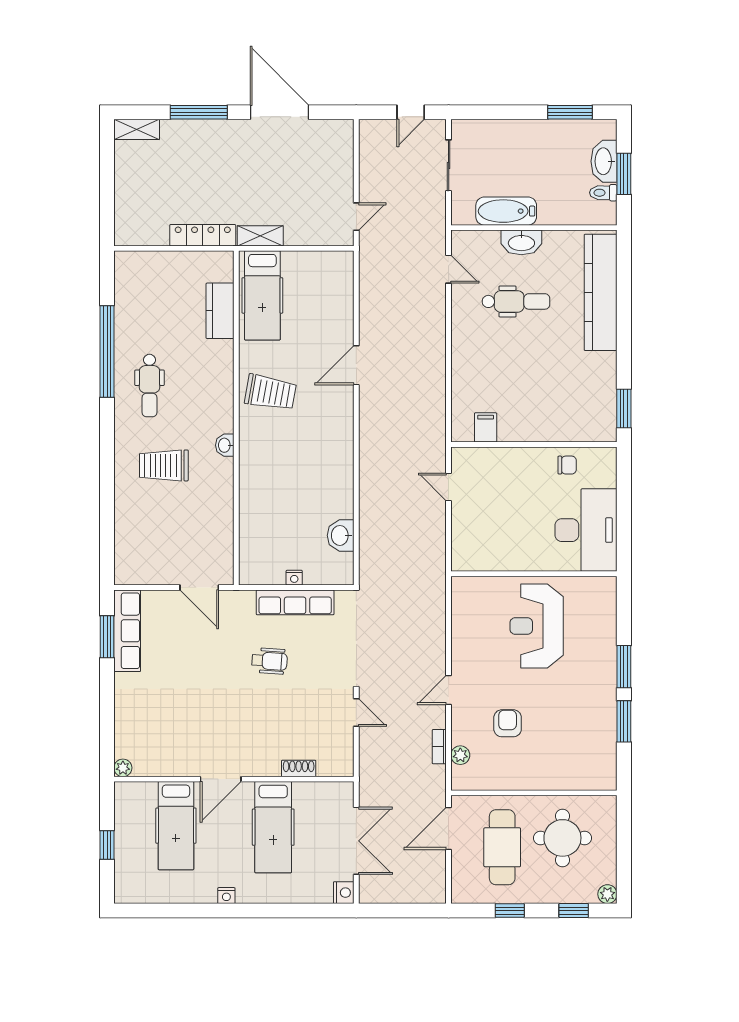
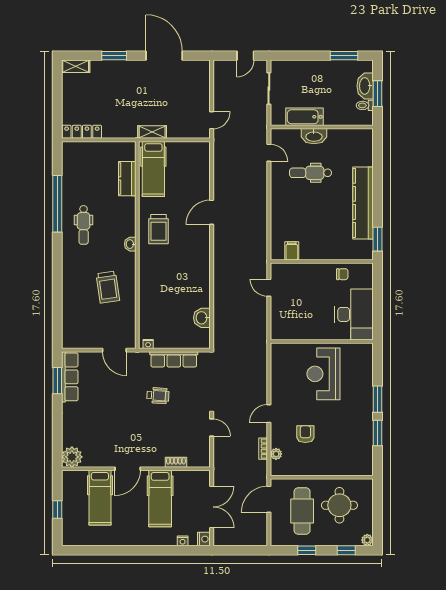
window: (199, 112) -> (114, 56), width x0.69
locker: (203, 235) -> (82, 132), moved
kitchen counter: (601, 292) -> (363, 203), moved
dental chair: (516, 301) -> (311, 173), turned 180
trolley: (270, 392) -> (158, 229), turned 80
washbasin: (225, 445) -> (130, 244), moved
trolley: (164, 465) -> (108, 287), moved, turned -98
nightstand: (294, 578) -> (148, 344), moved
plant: (123, 768) -> (72, 457), width x1.88, depth x1.88
nightstand: (226, 896) -> (183, 541), moved

